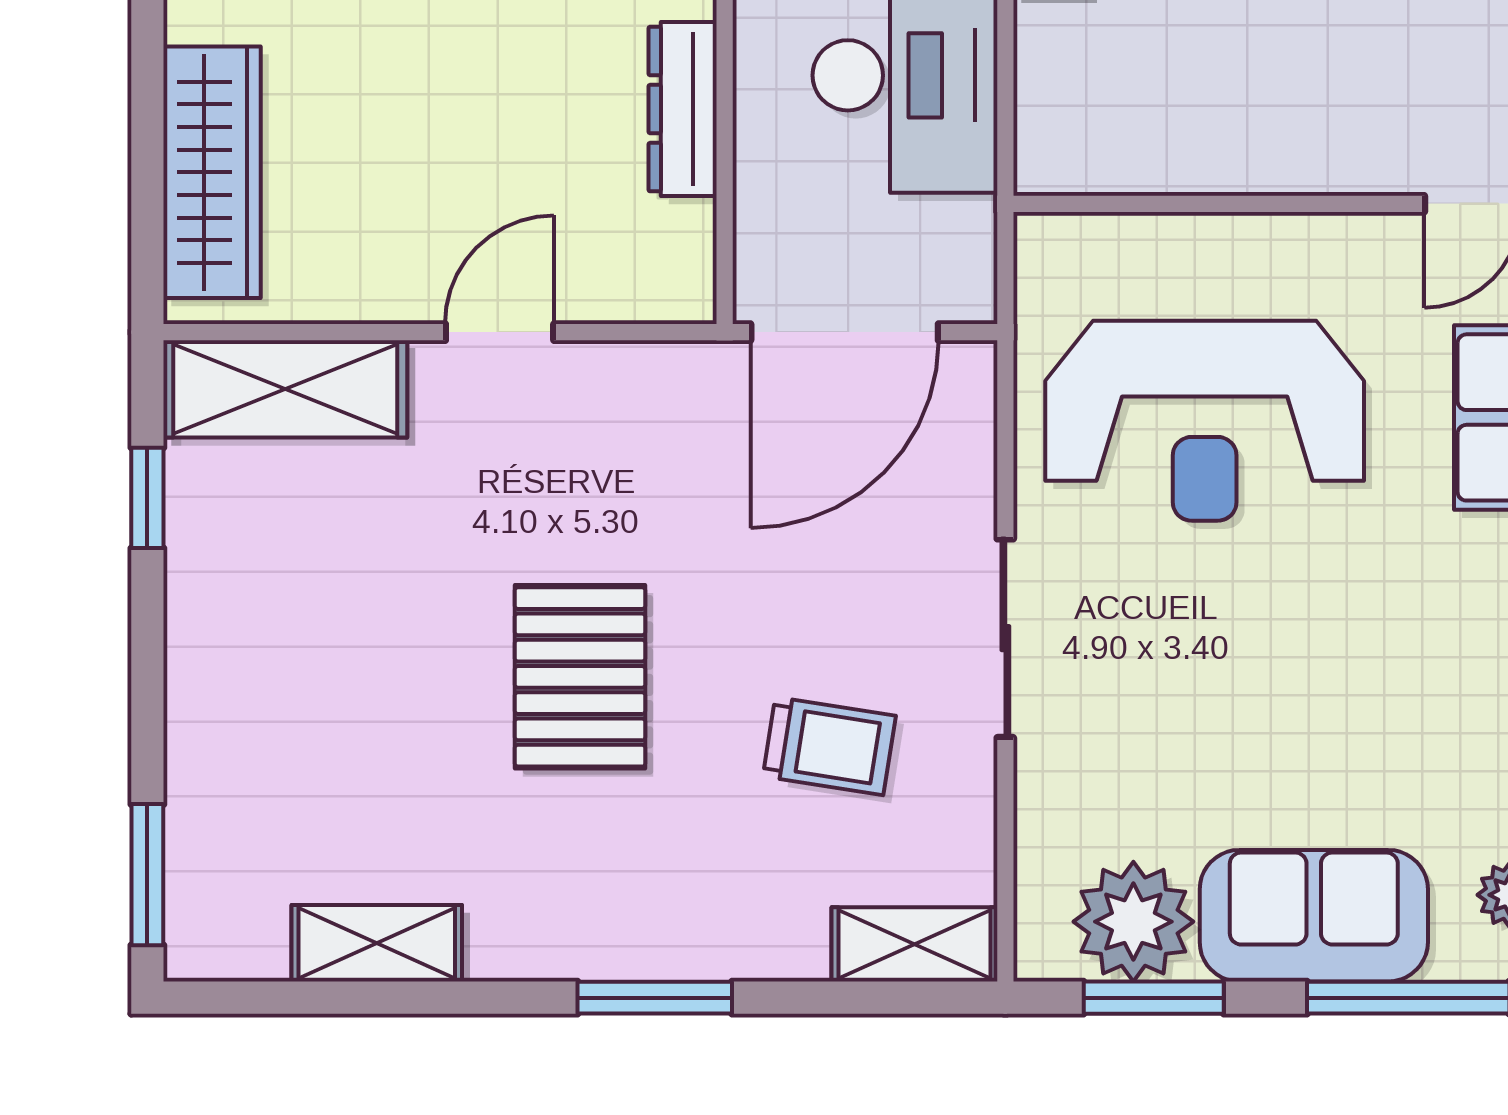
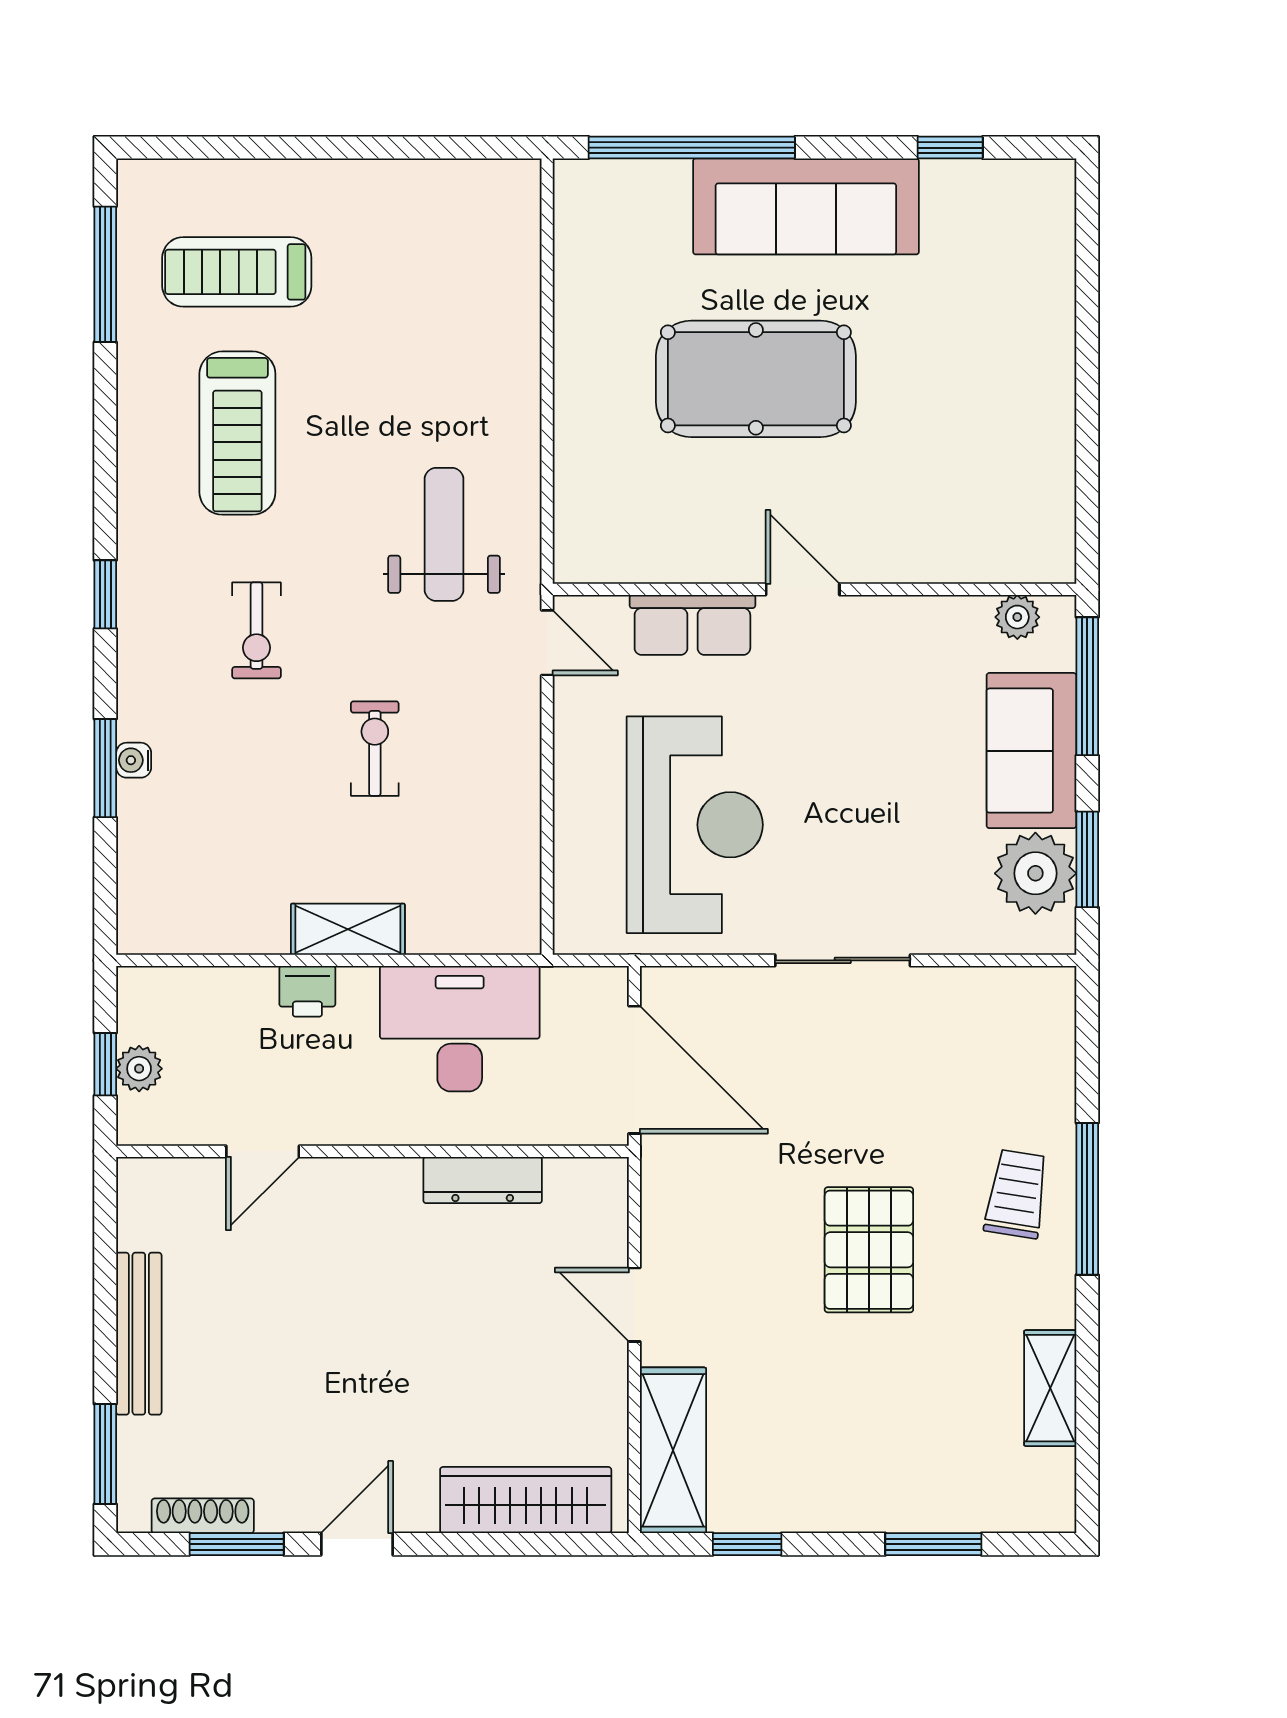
pallet: (580, 677) -> (869, 1250), turned 90
trolley: (829, 746) -> (1017, 1194), moved
window: (147, 875) -> (933, 1544), moved
shelving: (915, 944) -> (1051, 1022), removed
window: (655, 998) -> (1087, 1199), width x1.44

